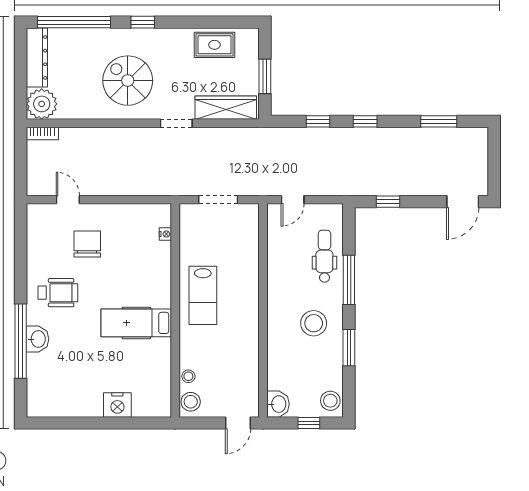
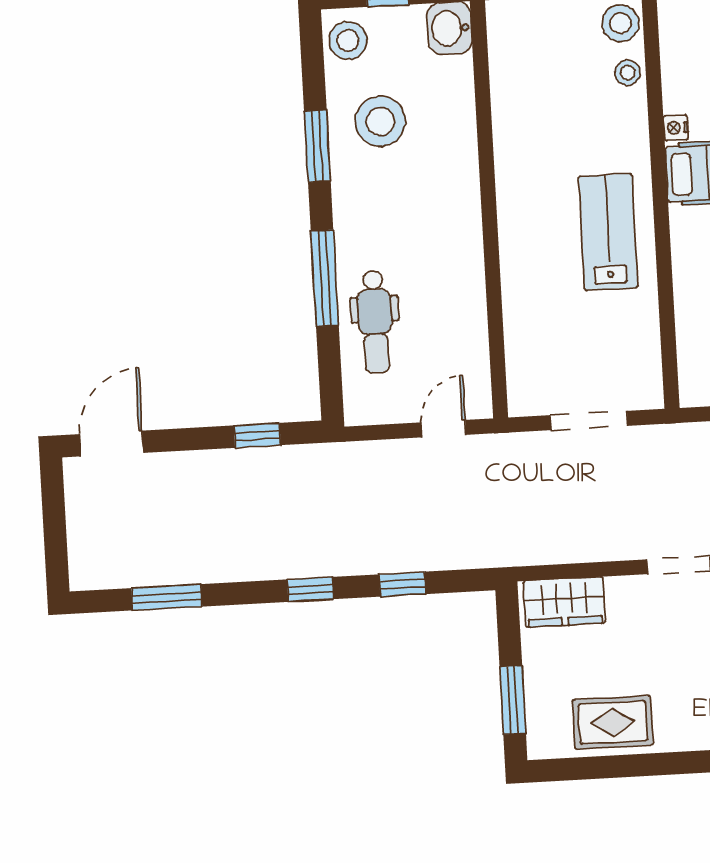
window: (265, 76) -> (513, 700), moved
wardrobe: (226, 108) -> (564, 602), width x0.67
nightstand: (165, 234) -> (676, 128), moved
stool: (314, 323) -> (380, 121), moved

